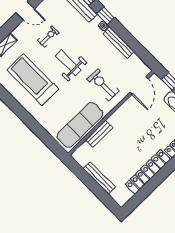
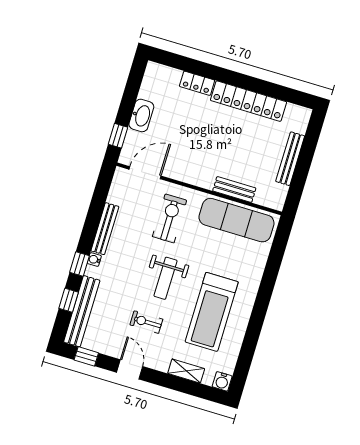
exercise bike: (103, 85) -> (170, 218), turned 180

